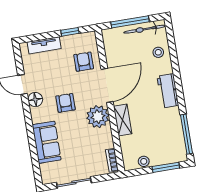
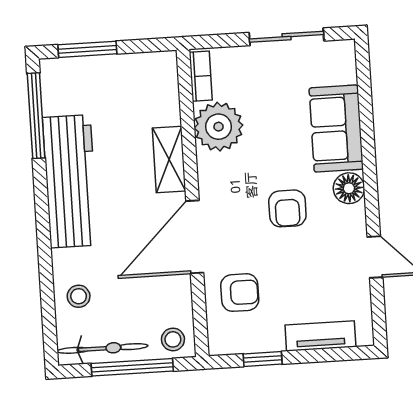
armchair: (84, 62) -> (240, 293), turned -90
workbench: (168, 91) -> (70, 181), width x1.88, depth x1.32
floor lamp: (35, 100) -> (349, 188), moved
plant: (98, 117) -> (219, 127), moved
stool: (144, 161) -> (173, 339), moved

